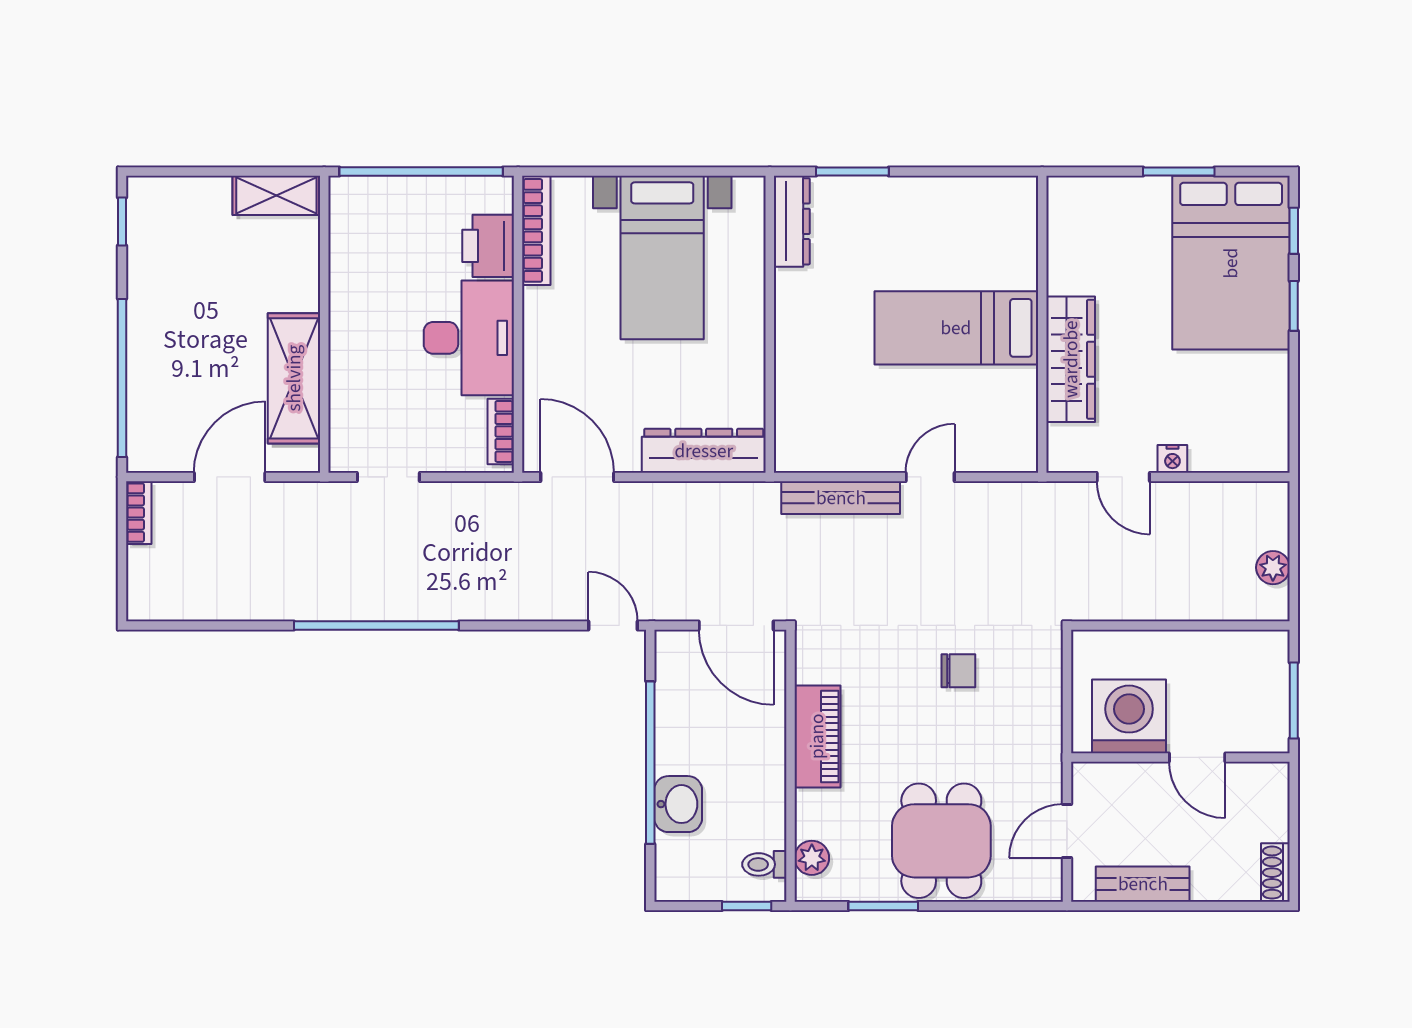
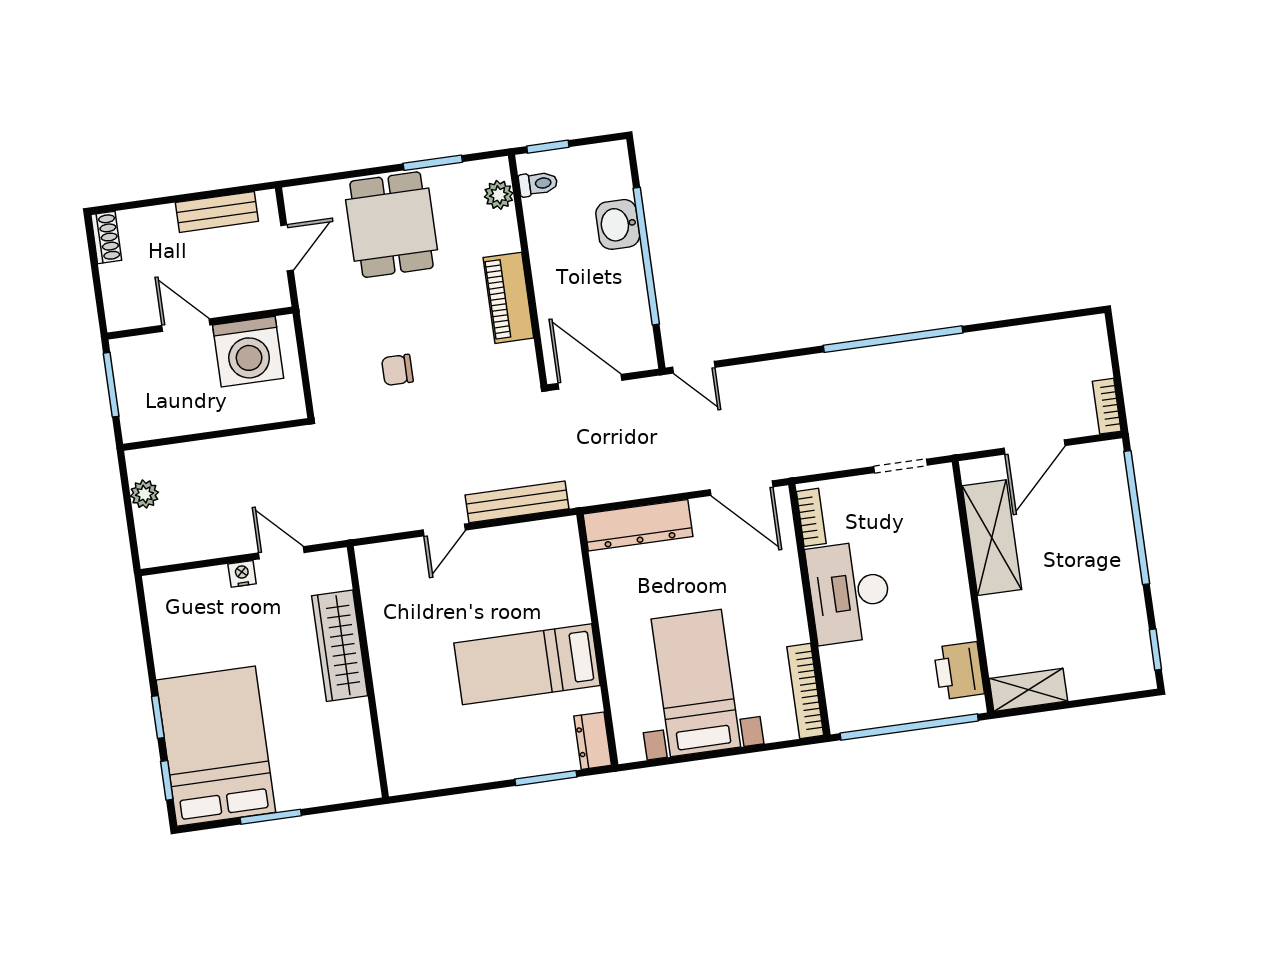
dresser: (792, 221) -> (593, 741), width x0.70
printer: (488, 246) -> (959, 671), moved, turned 180
bed: (956, 328) -> (527, 664), moved, turned 180

